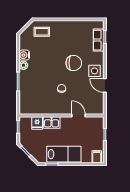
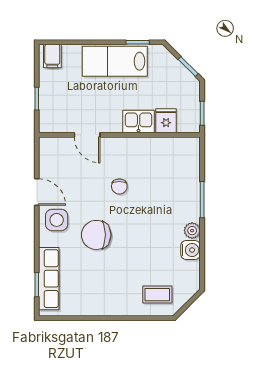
row of seats: (99, 40) -> (49, 279), width x1.48

